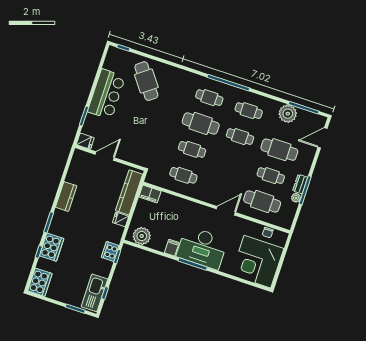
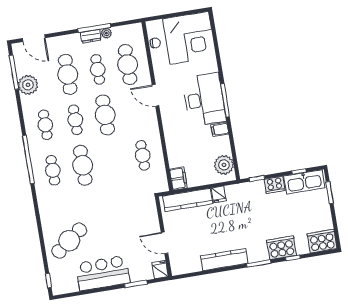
cafe table: (192, 149) -> (105, 115), moved, width x1.37, depth x1.35
kitchen counter: (66, 197) -> (224, 260), width x1.50
cooker: (110, 251) -> (275, 185), moved

